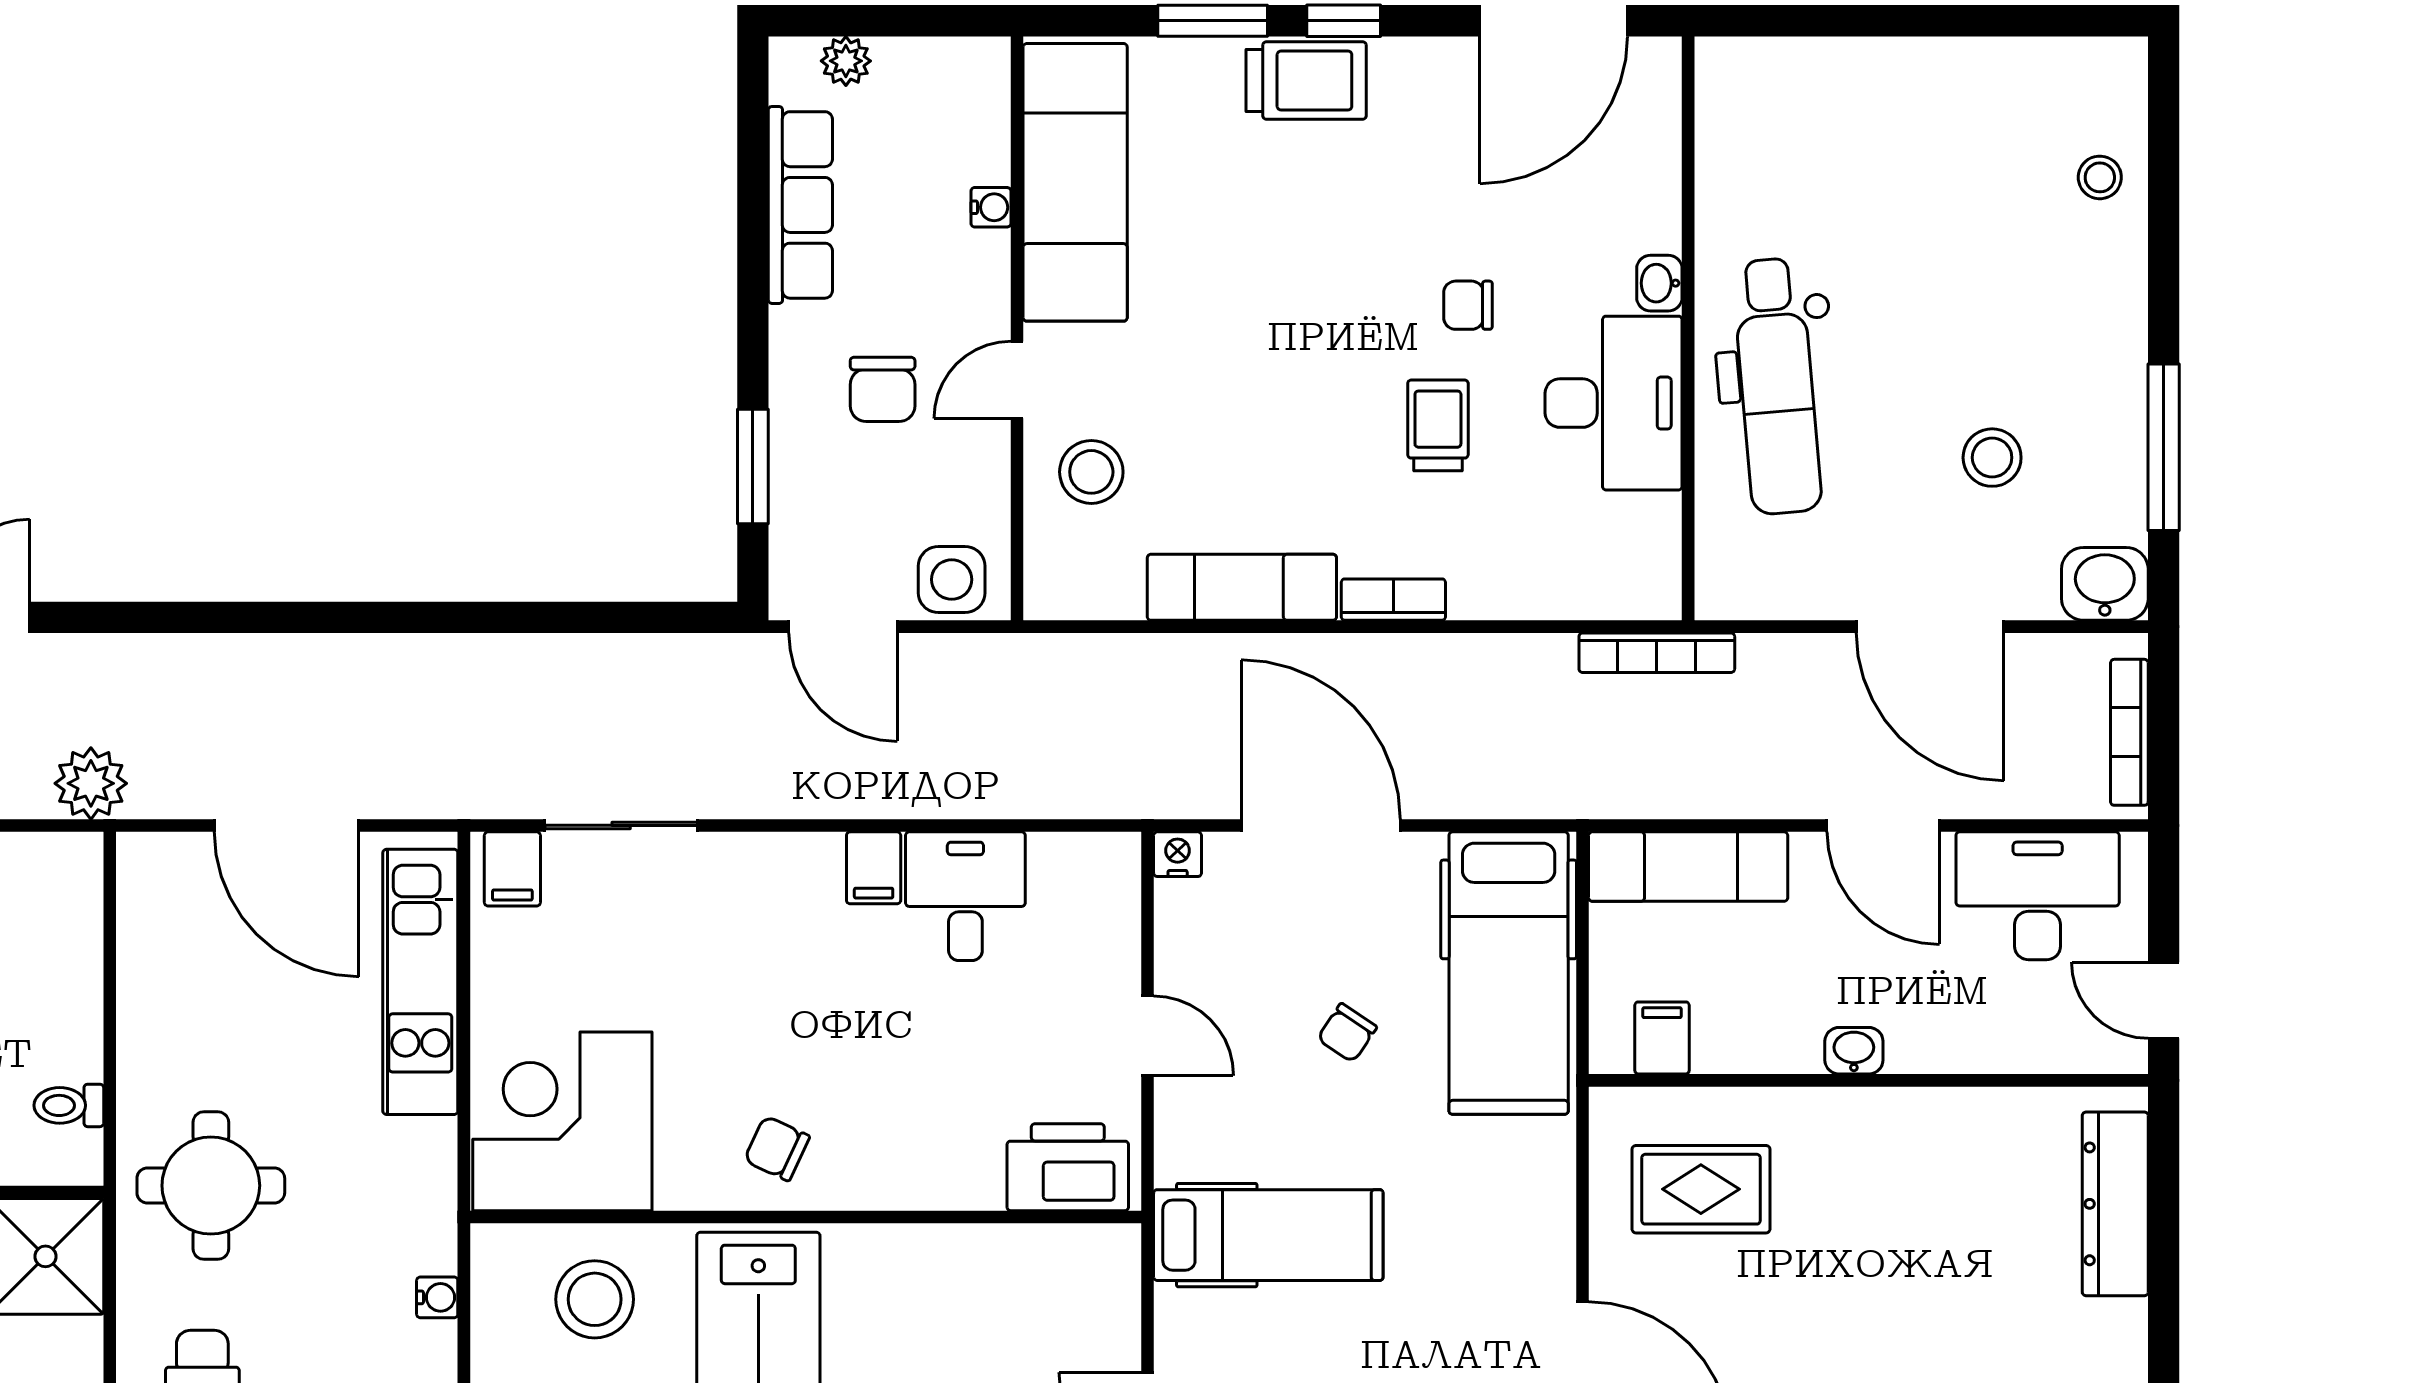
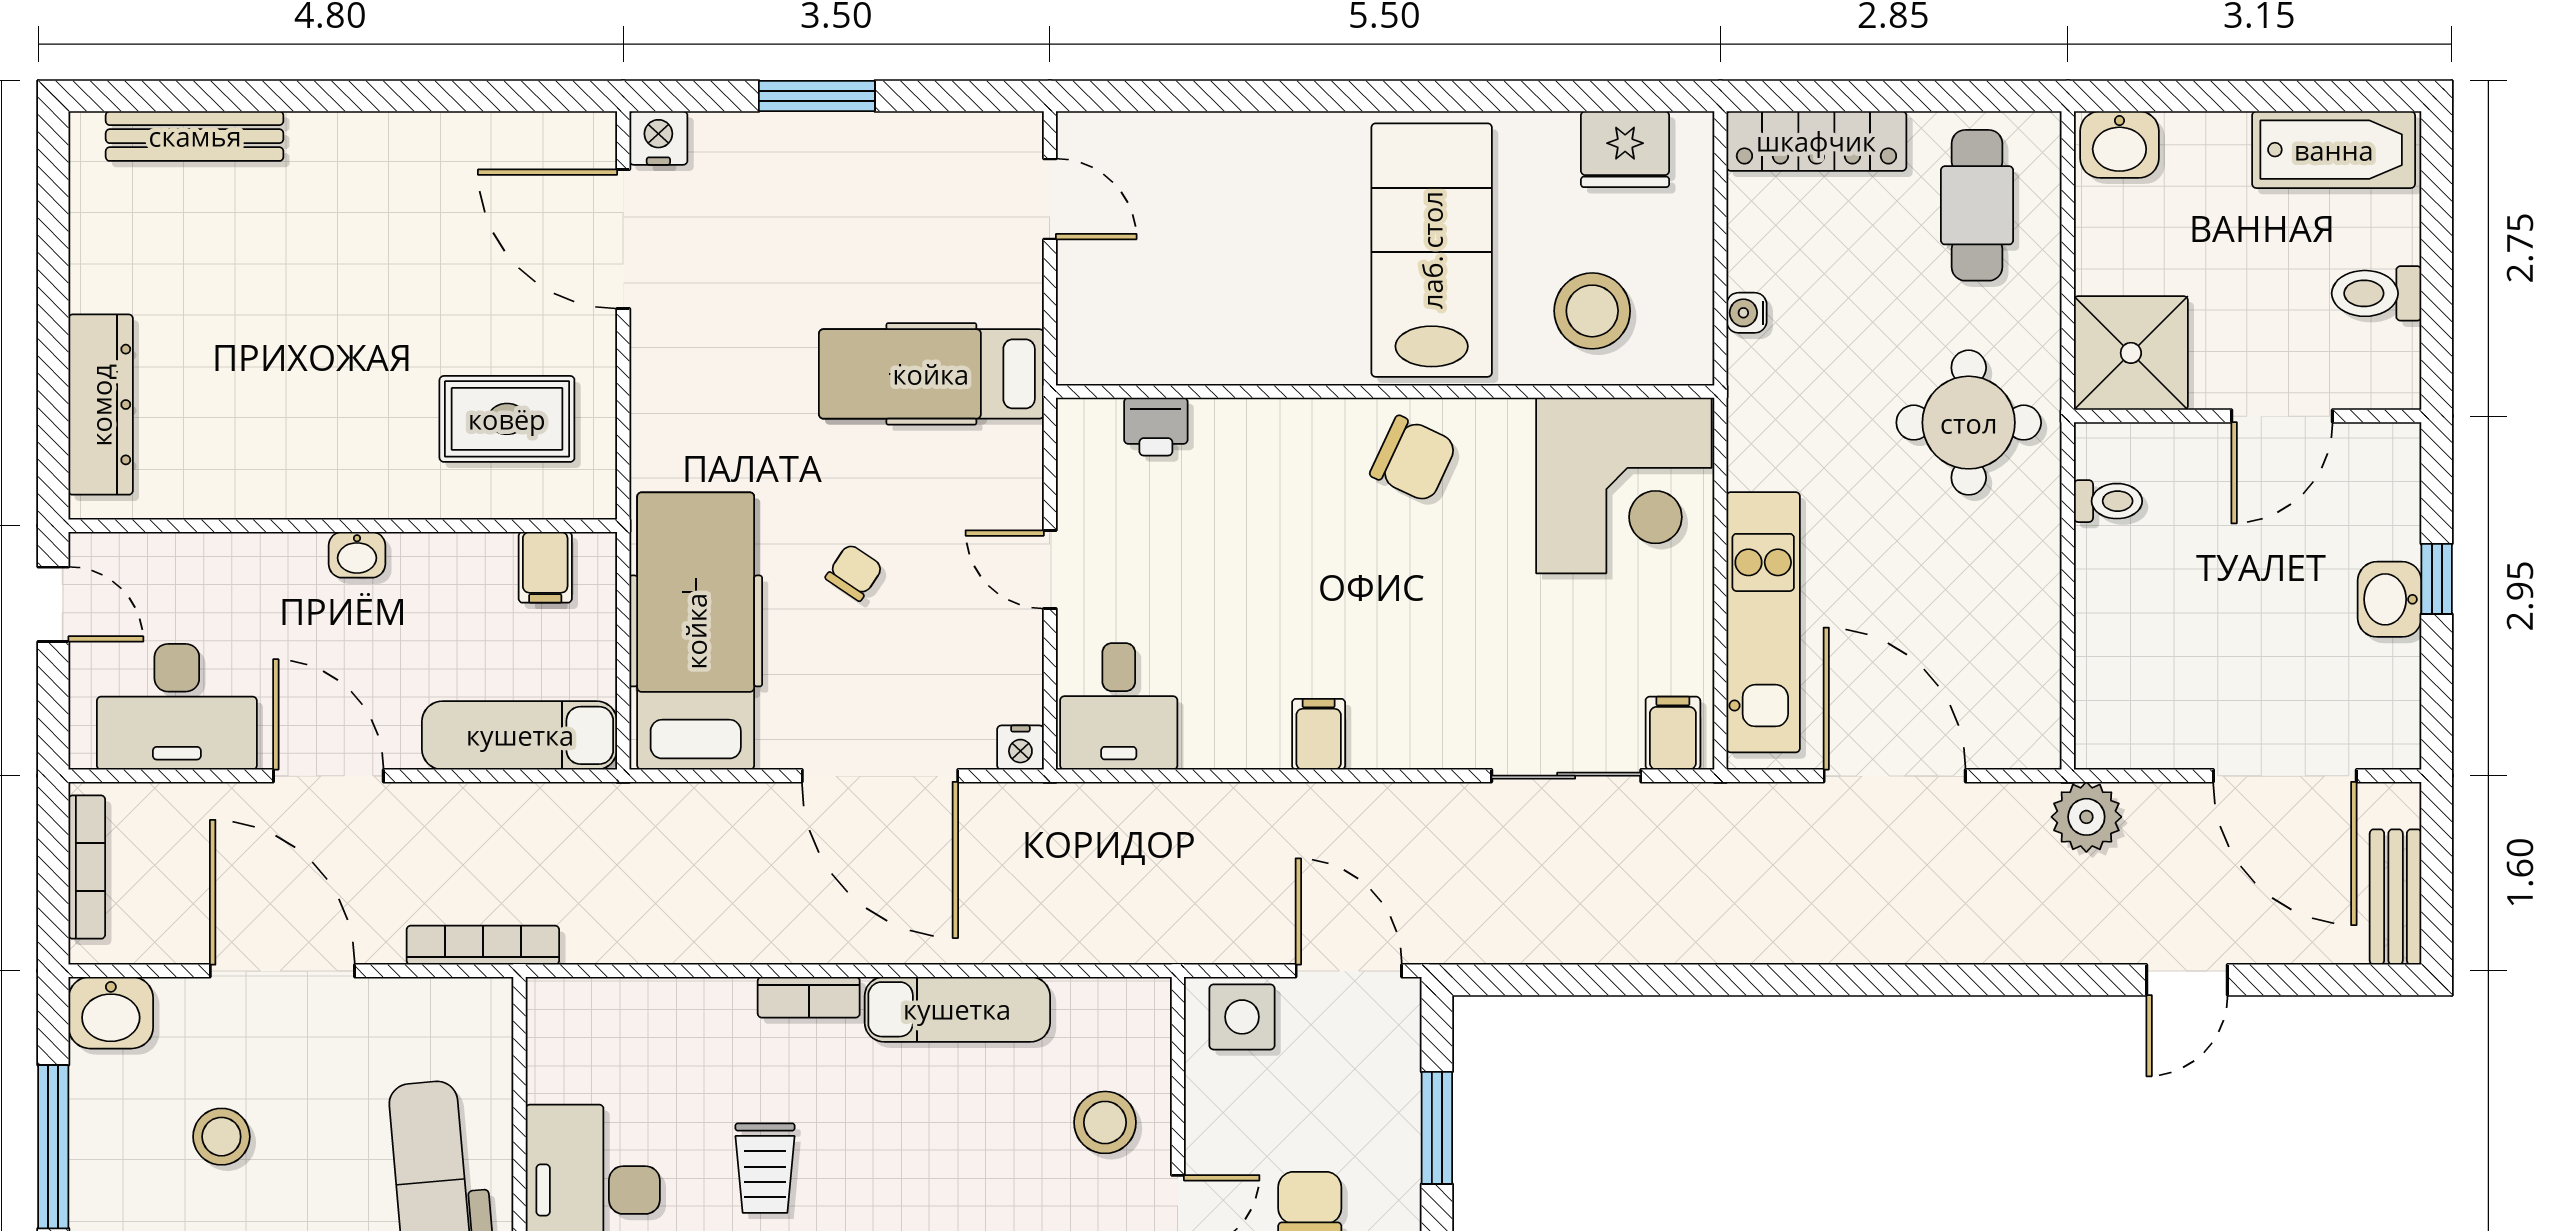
bookcase: (1657, 653) -> (483, 945), moved
desk: (965, 896) -> (1119, 706), moved
chair: (777, 1148) -> (1413, 459), width x1.37, depth x1.37
printer: (1068, 1167) -> (1156, 427), width x0.53, depth x0.68

